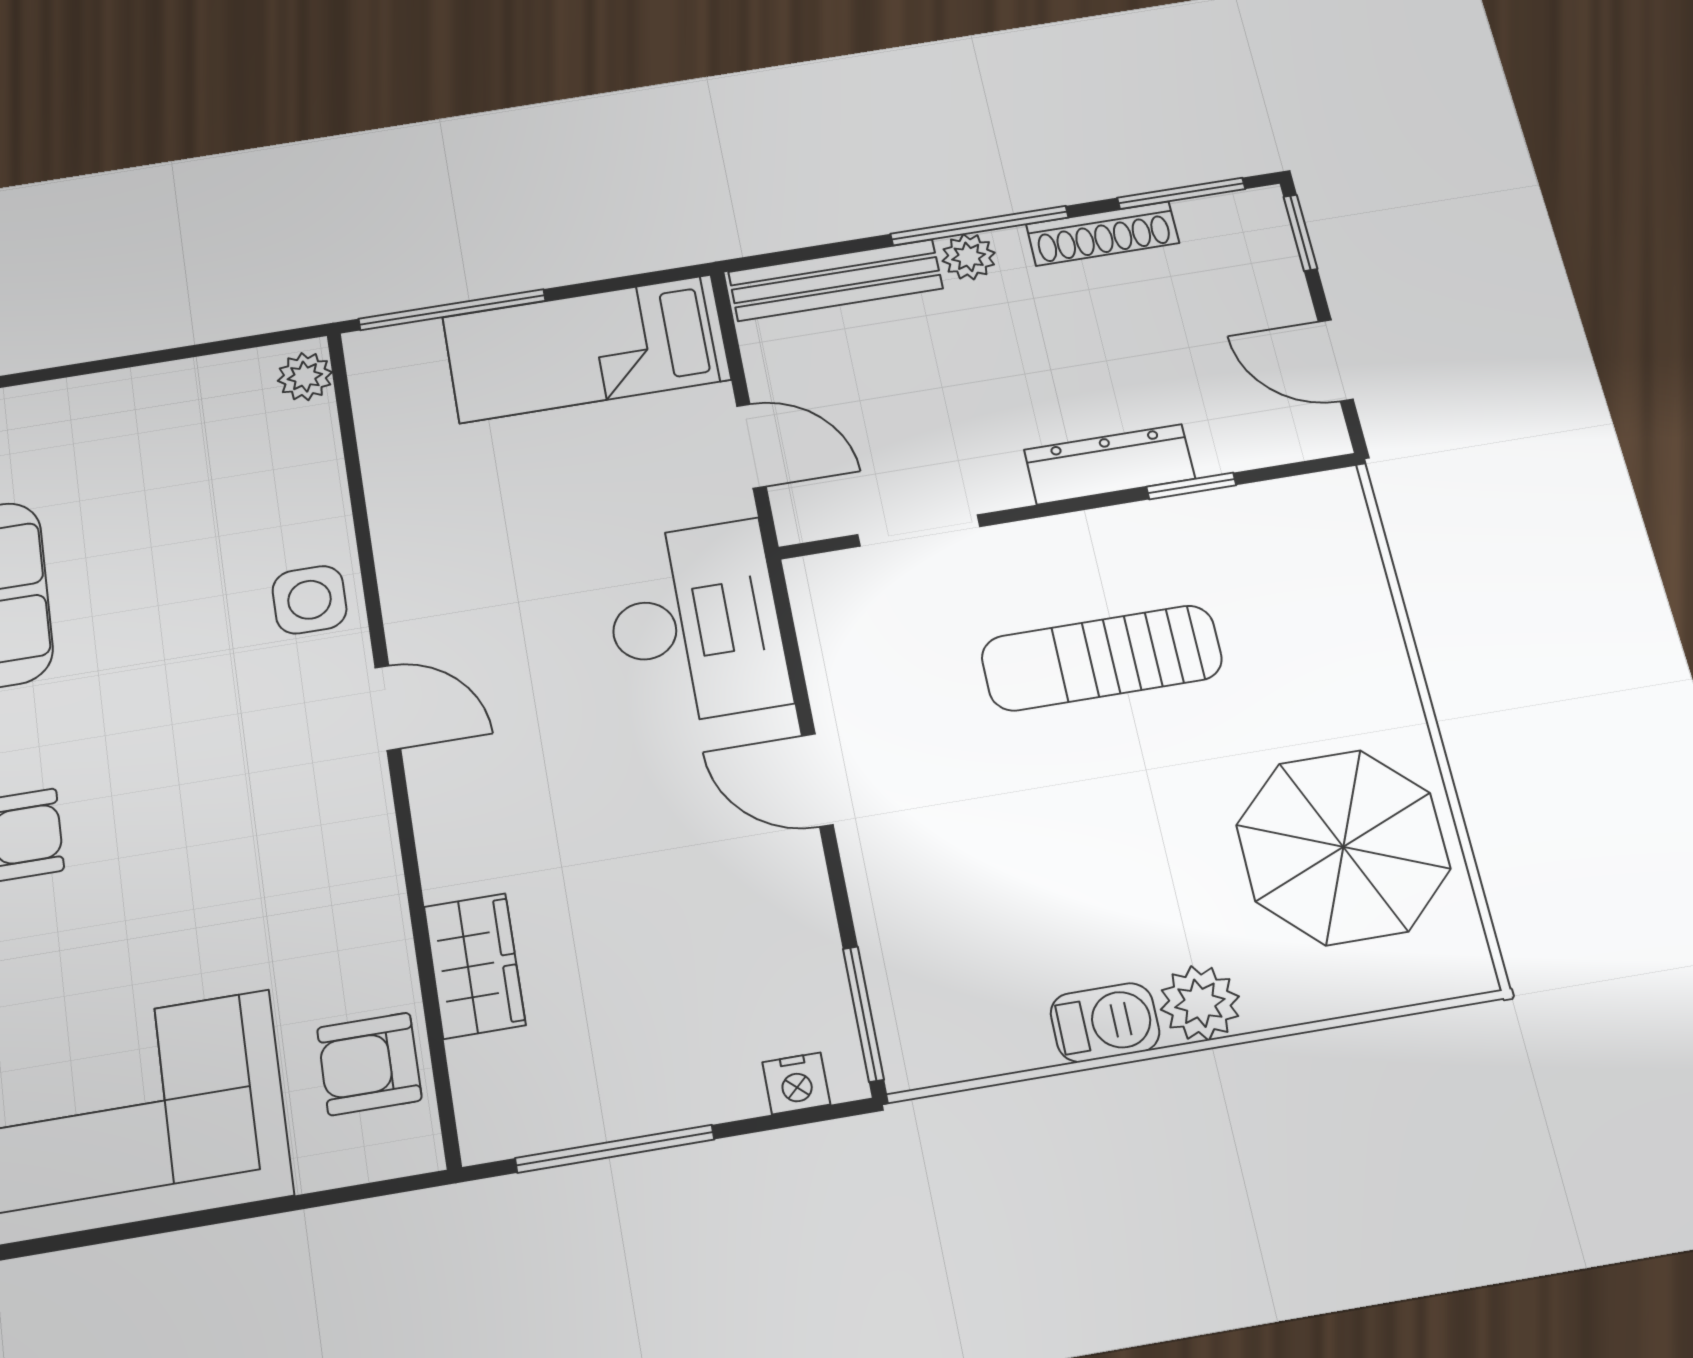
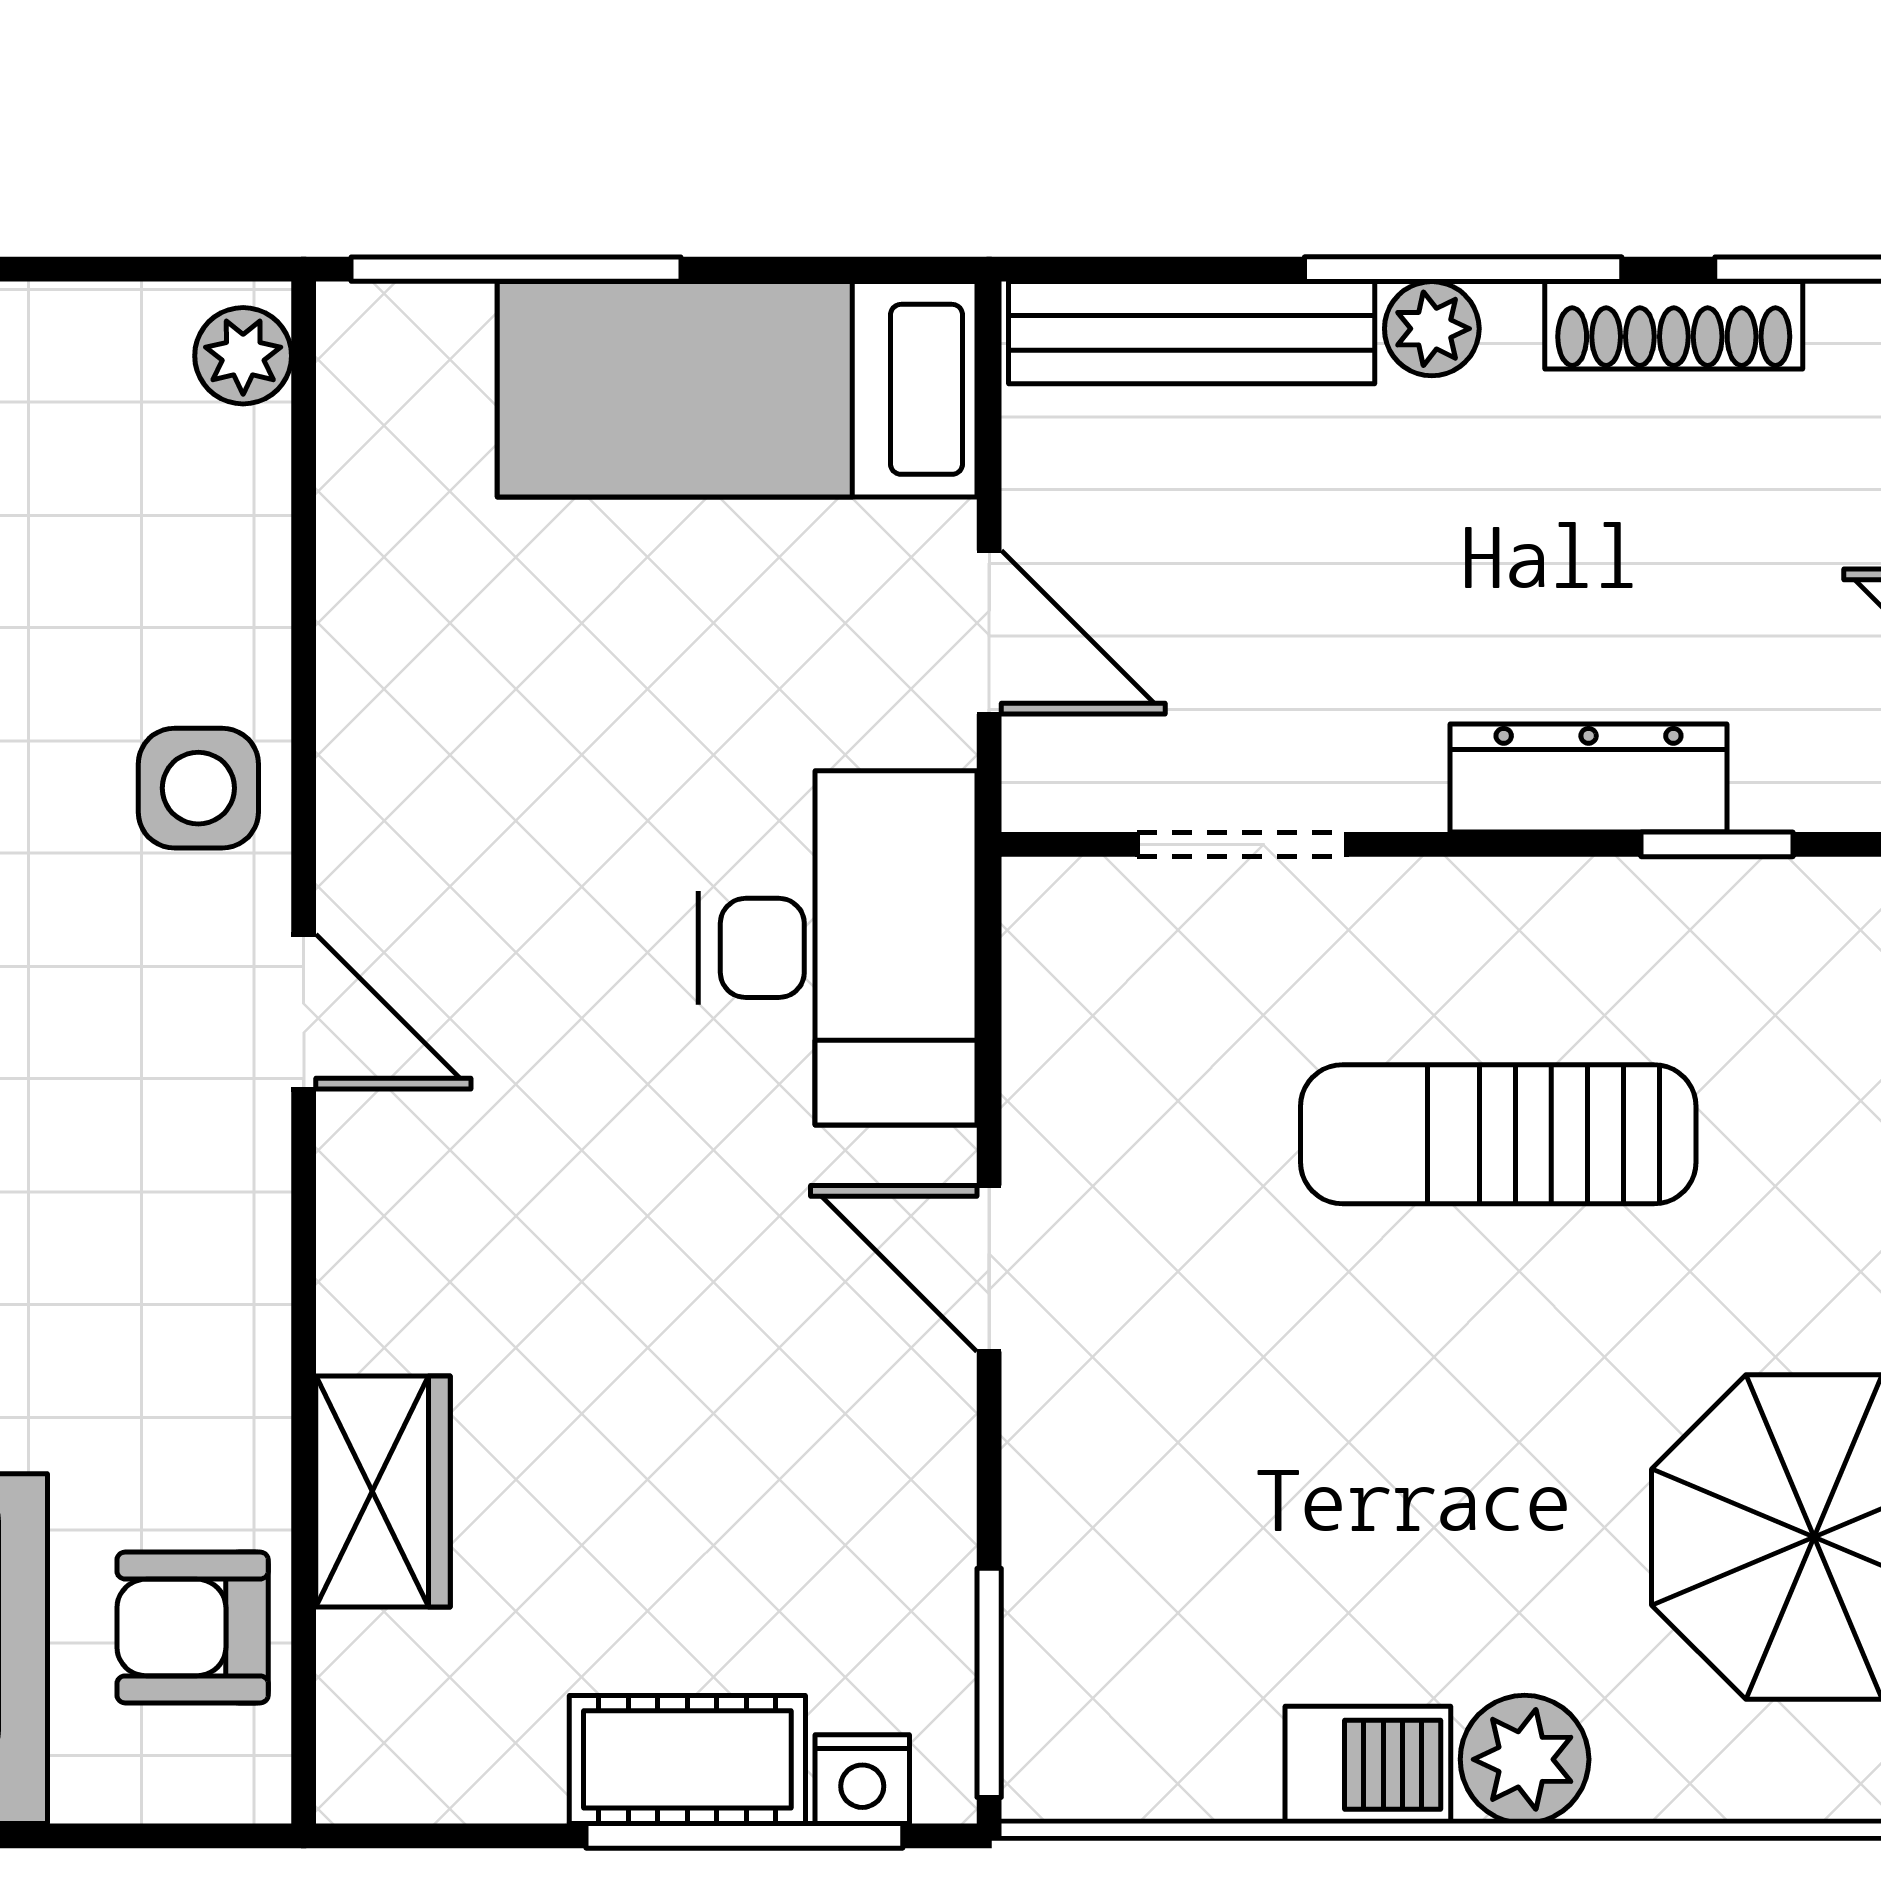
cot: (686, 1090) -> (687, 1759), added
window: (615, 1149) -> (744, 1836), moved

